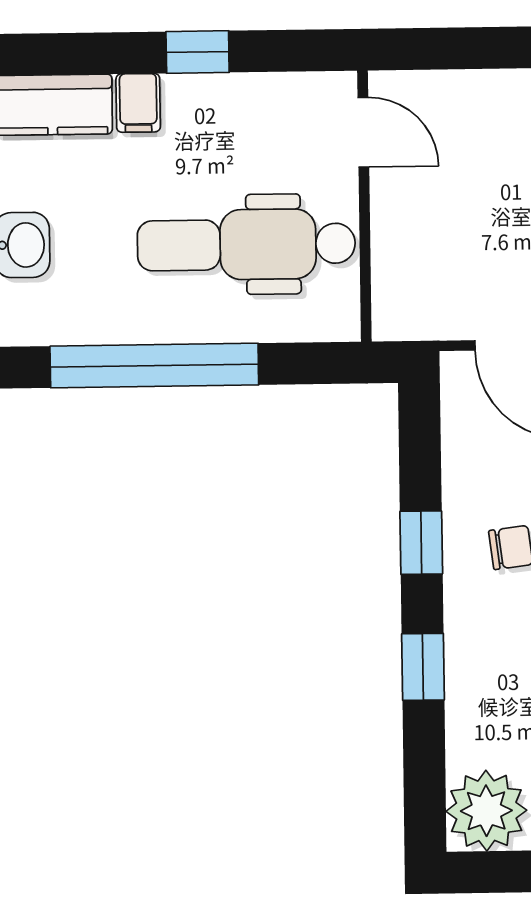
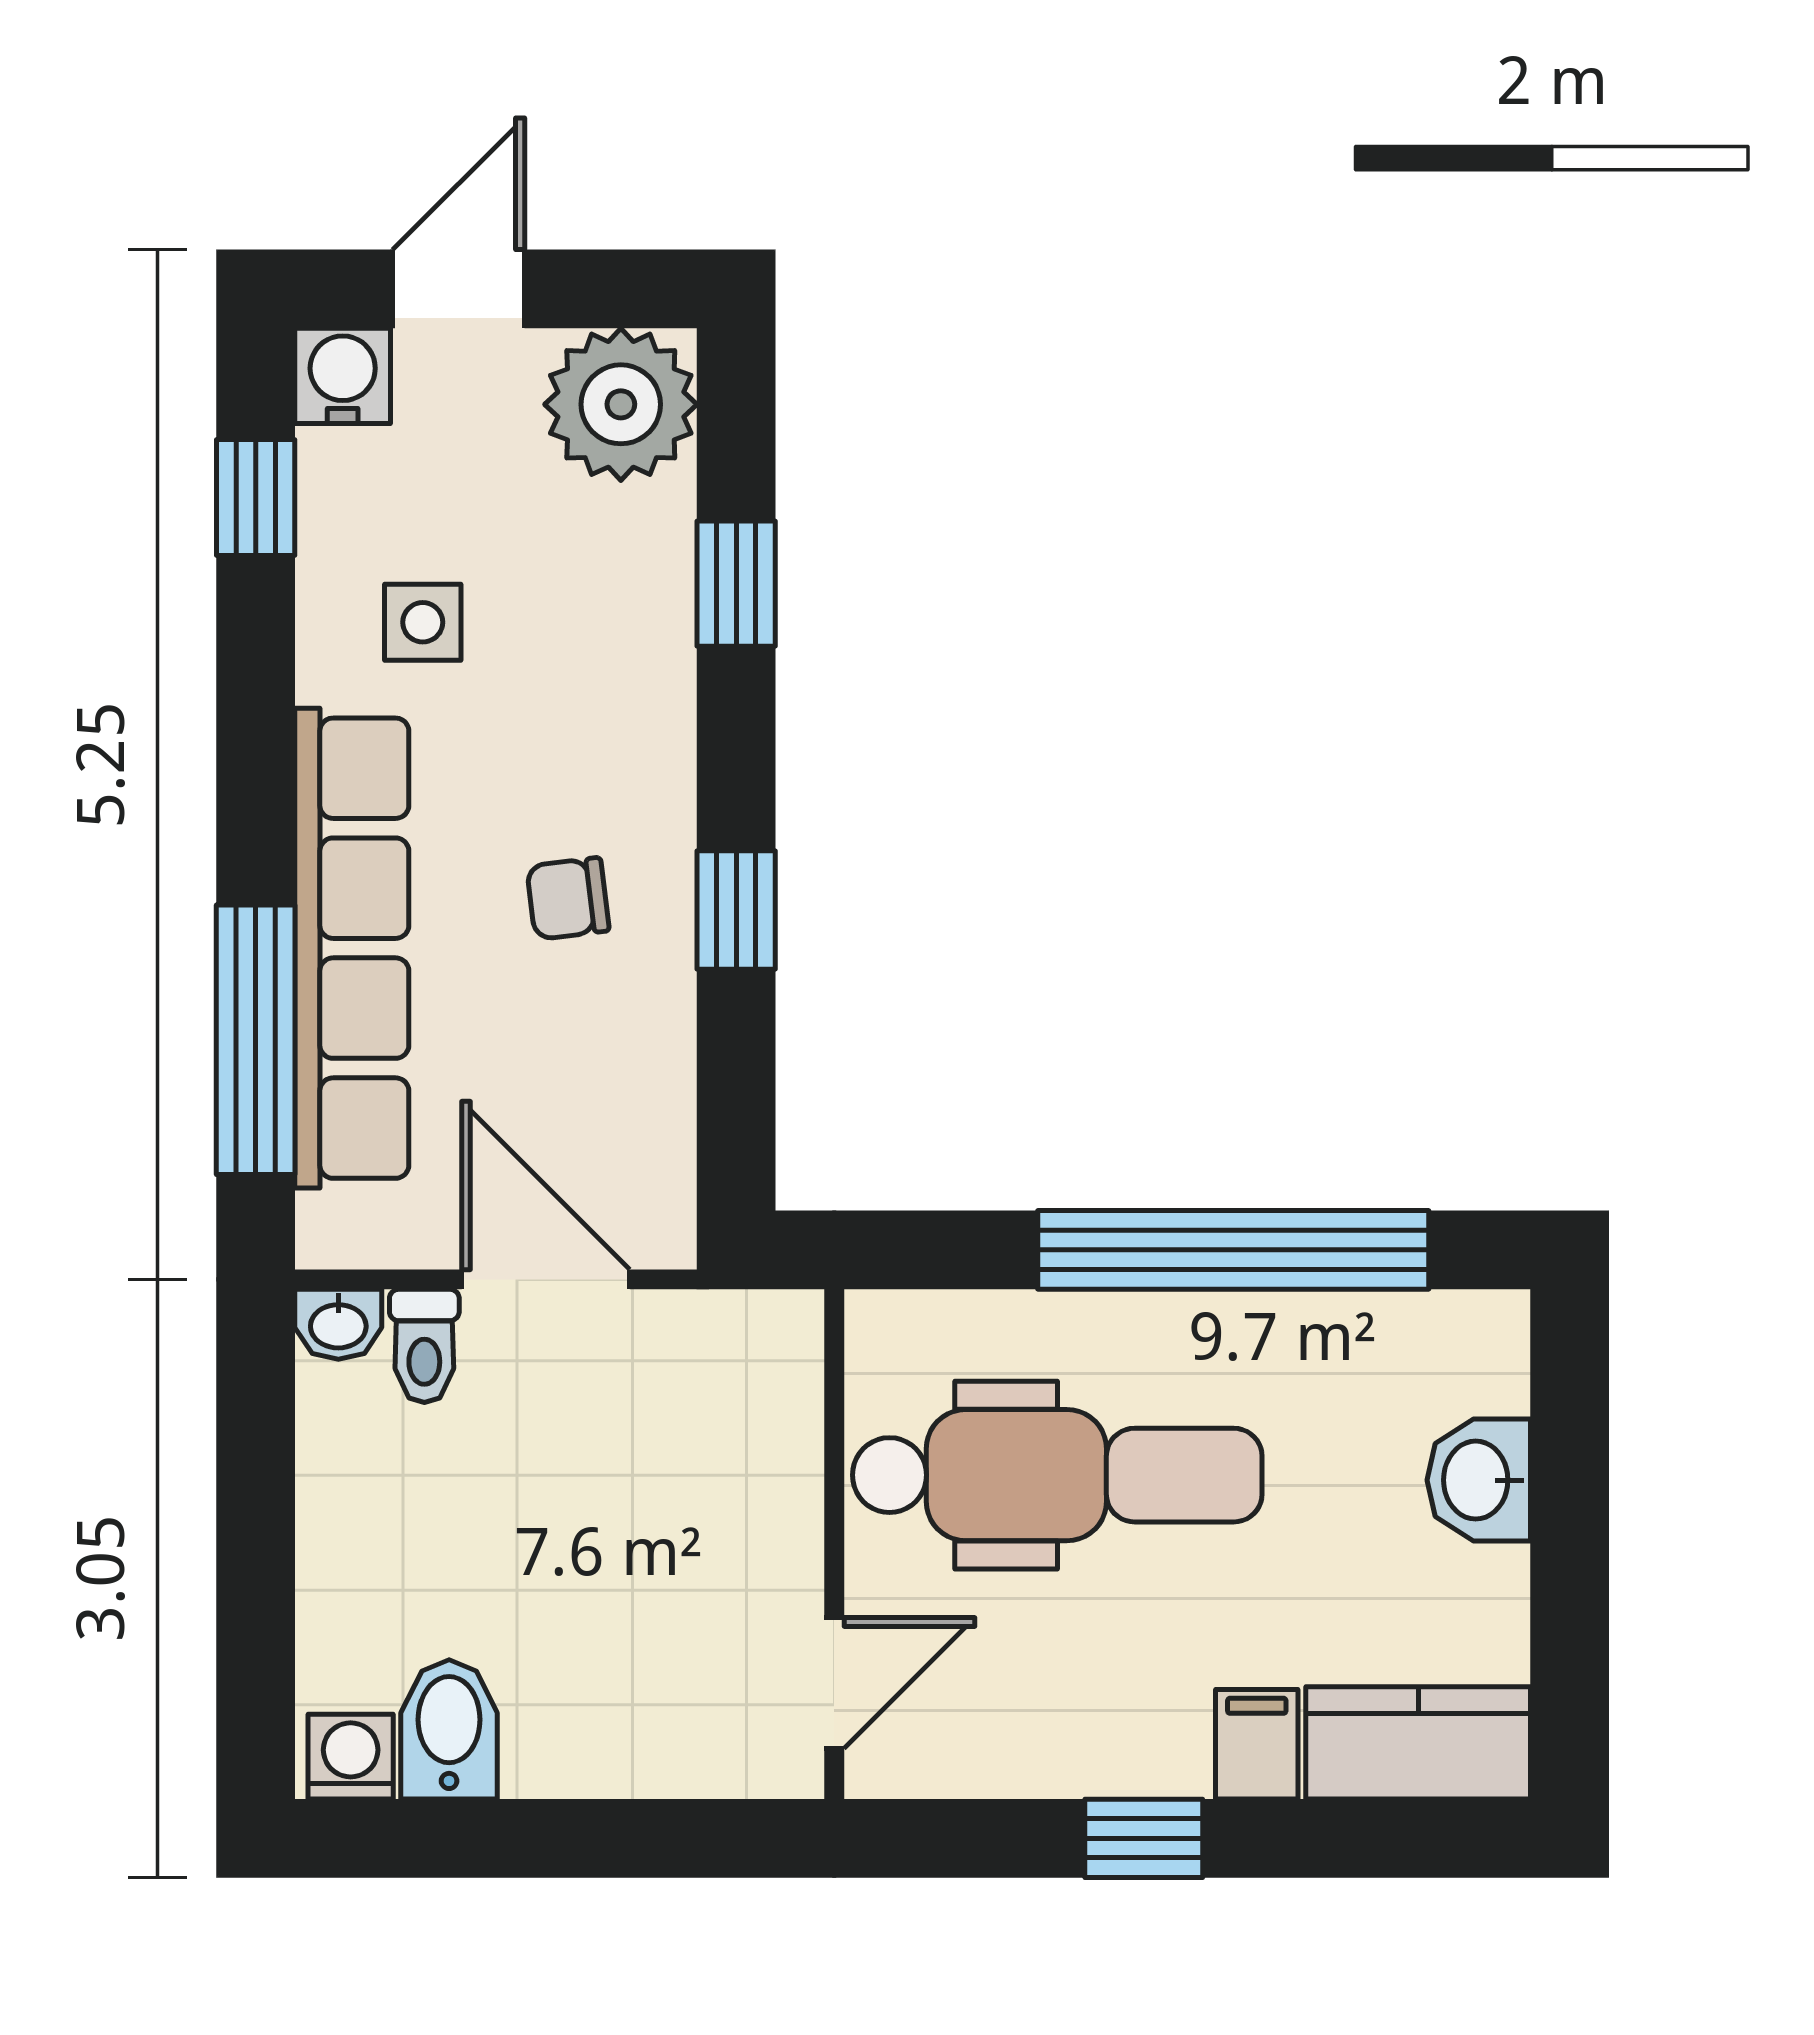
door: (363, 132) -> (834, 1683), swing flipped
window: (423, 667) -> (736, 584), moved

